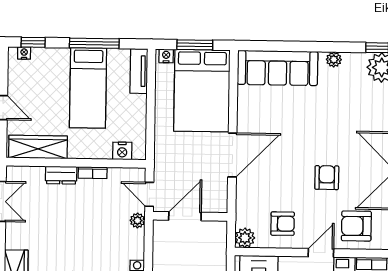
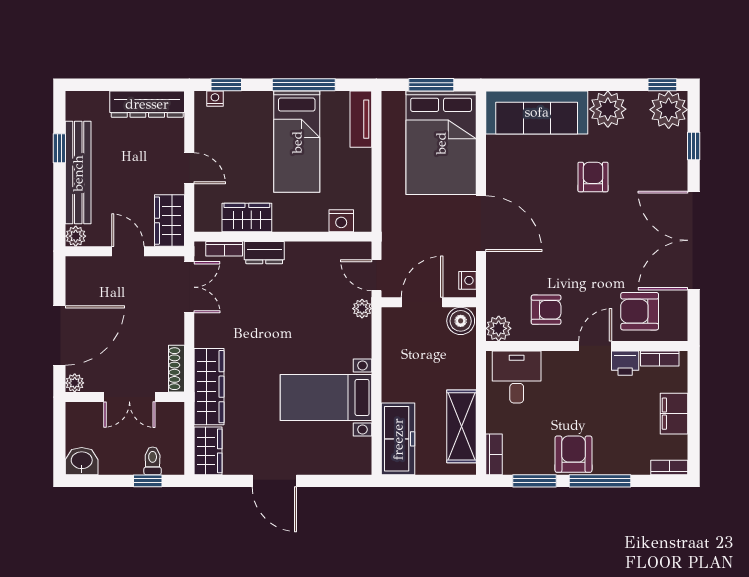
nightstand: (166, 56) -> (468, 280), moved, turned 90
plant: (334, 59) -> (608, 109), width x1.87, depth x1.87
wardrobe: (38, 147) -> (247, 217), width x0.67
door: (232, 155) -> (481, 224), hinge flipped
bookcase: (93, 173) -> (224, 249), moved
armchair: (327, 178) -> (593, 177), moved
boiler: (215, 231) -> (461, 321), added

